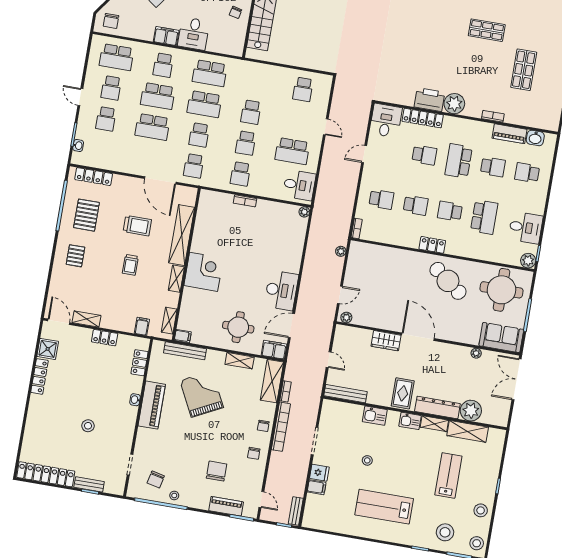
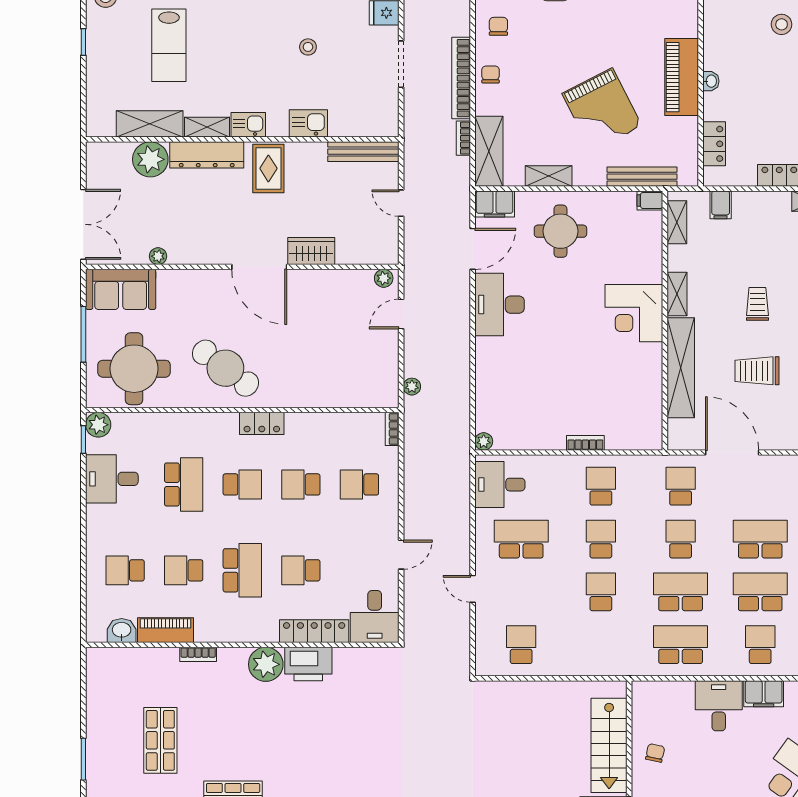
school desk: (527, 173) -> (125, 570), turned 180
school desk: (484, 217) -> (184, 484), turned 180

